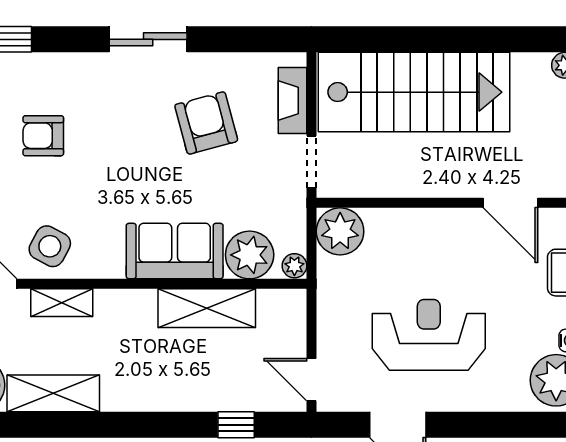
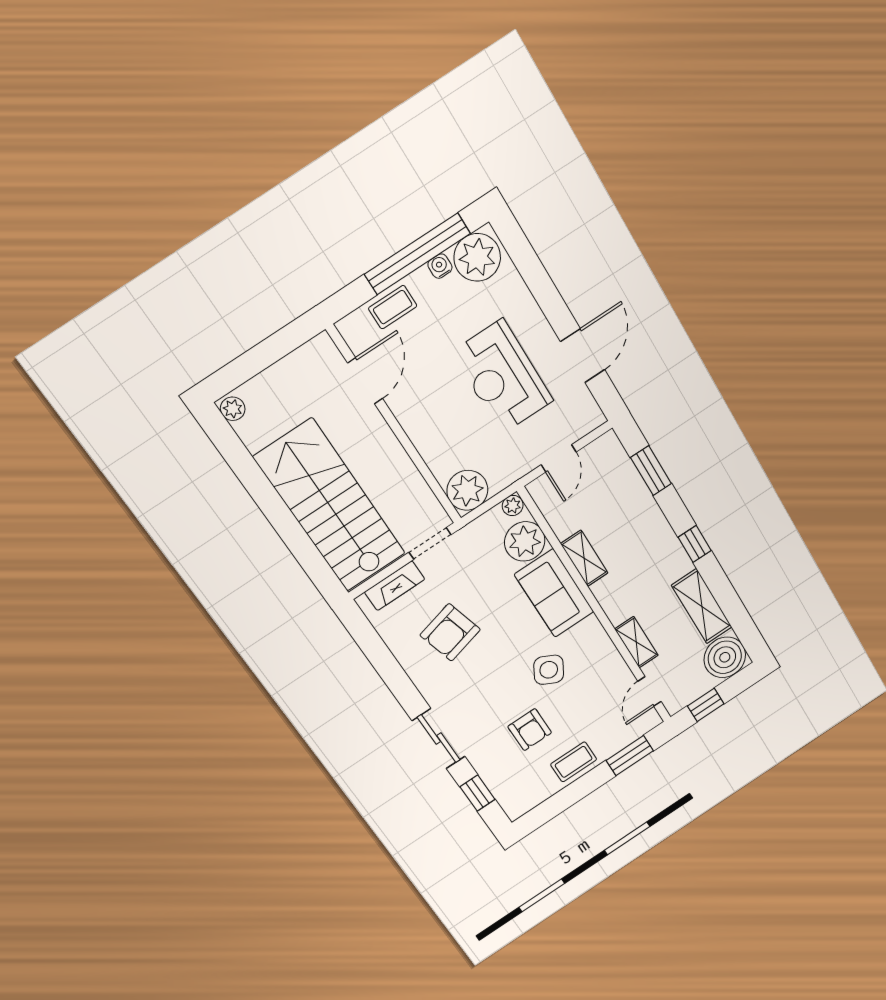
sliding door: (148, 39) -> (439, 739), moved
side table: (50, 246) -> (549, 670), moved
shelving: (207, 308) -> (584, 558), width x0.67, depth x0.75
door: (312, 380) -> (559, 458), moved
window: (127, 425) -> (695, 544), added
window: (236, 425) -> (651, 471), width x1.50

